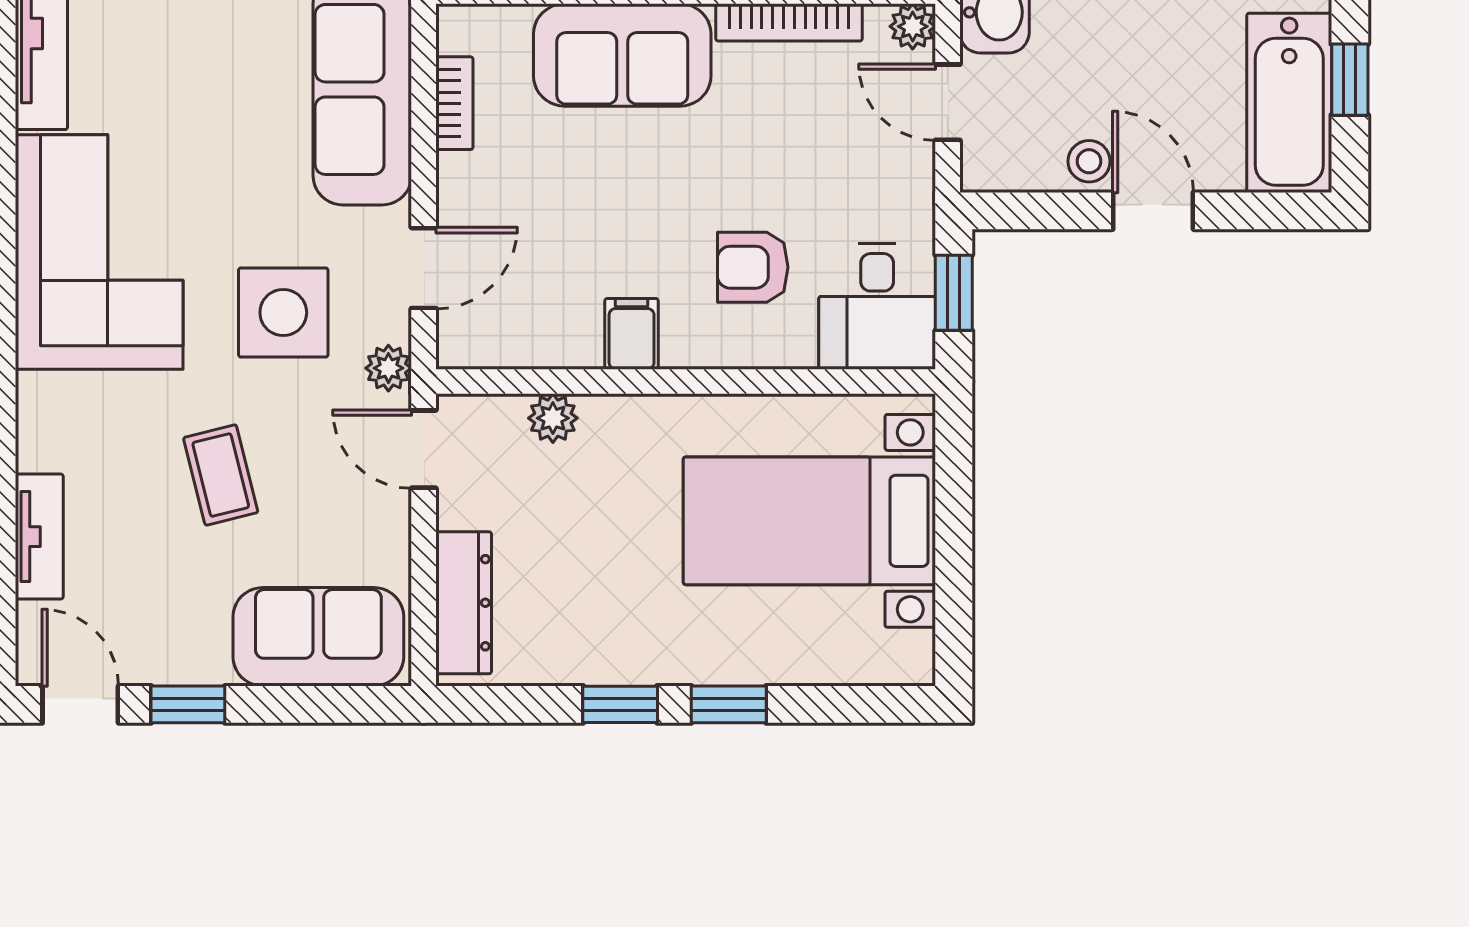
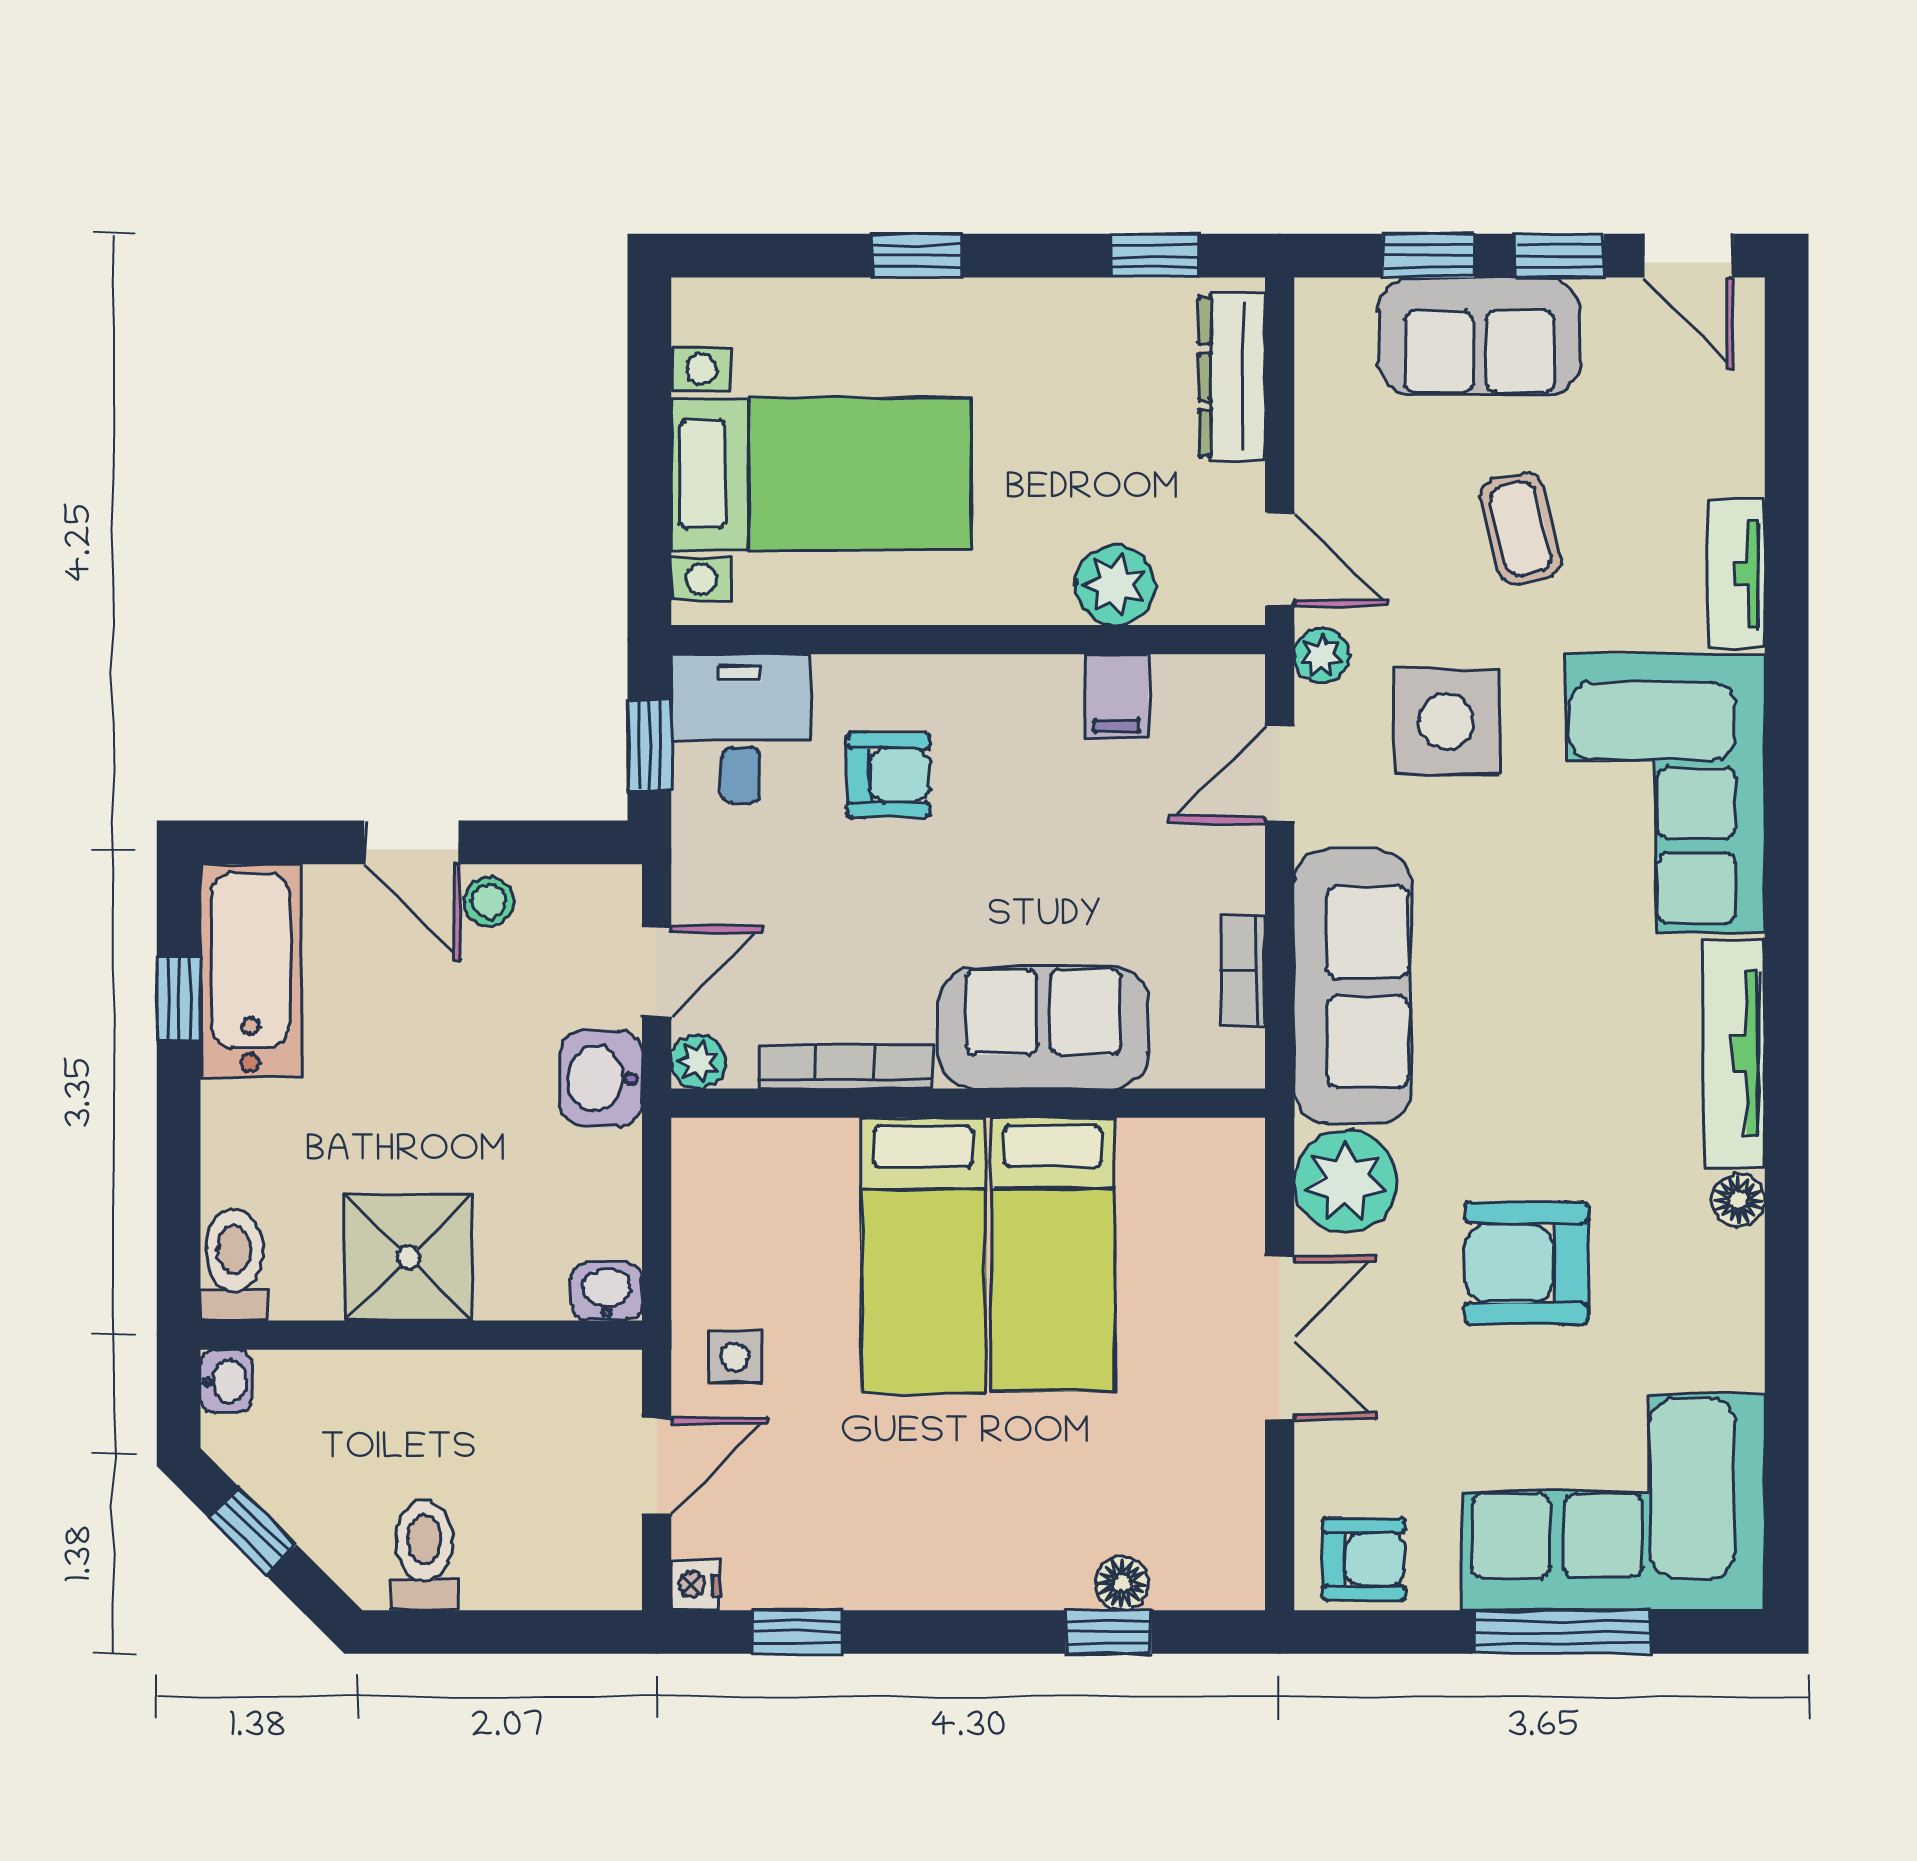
door: (948, 102) -> (657, 972), hinge flipped
filing cabinet: (632, 334) -> (1116, 696), moved
plant: (553, 418) -> (1115, 585), width x1.38, depth x1.38
tv unit: (39, 537) -> (1737, 574), moved
sofa: (318, 637) -> (1479, 336), moved
window: (298, 704) -> (1428, 256), added
window: (620, 704) -> (1155, 256), moved

